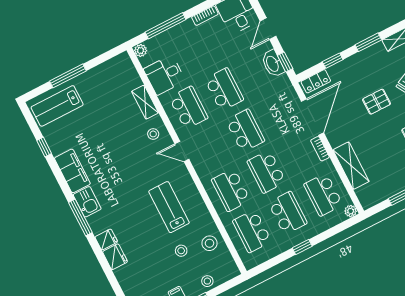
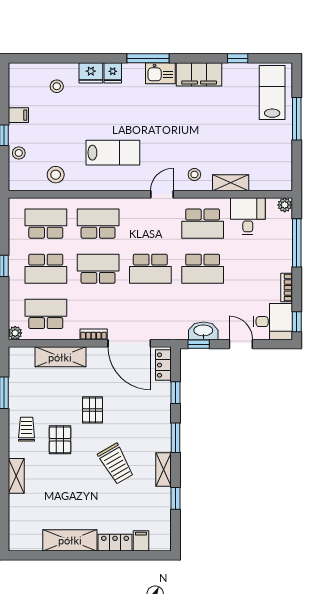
pallet: (377, 102) -> (93, 410), moved
stool: (181, 251) -> (57, 86), moved

